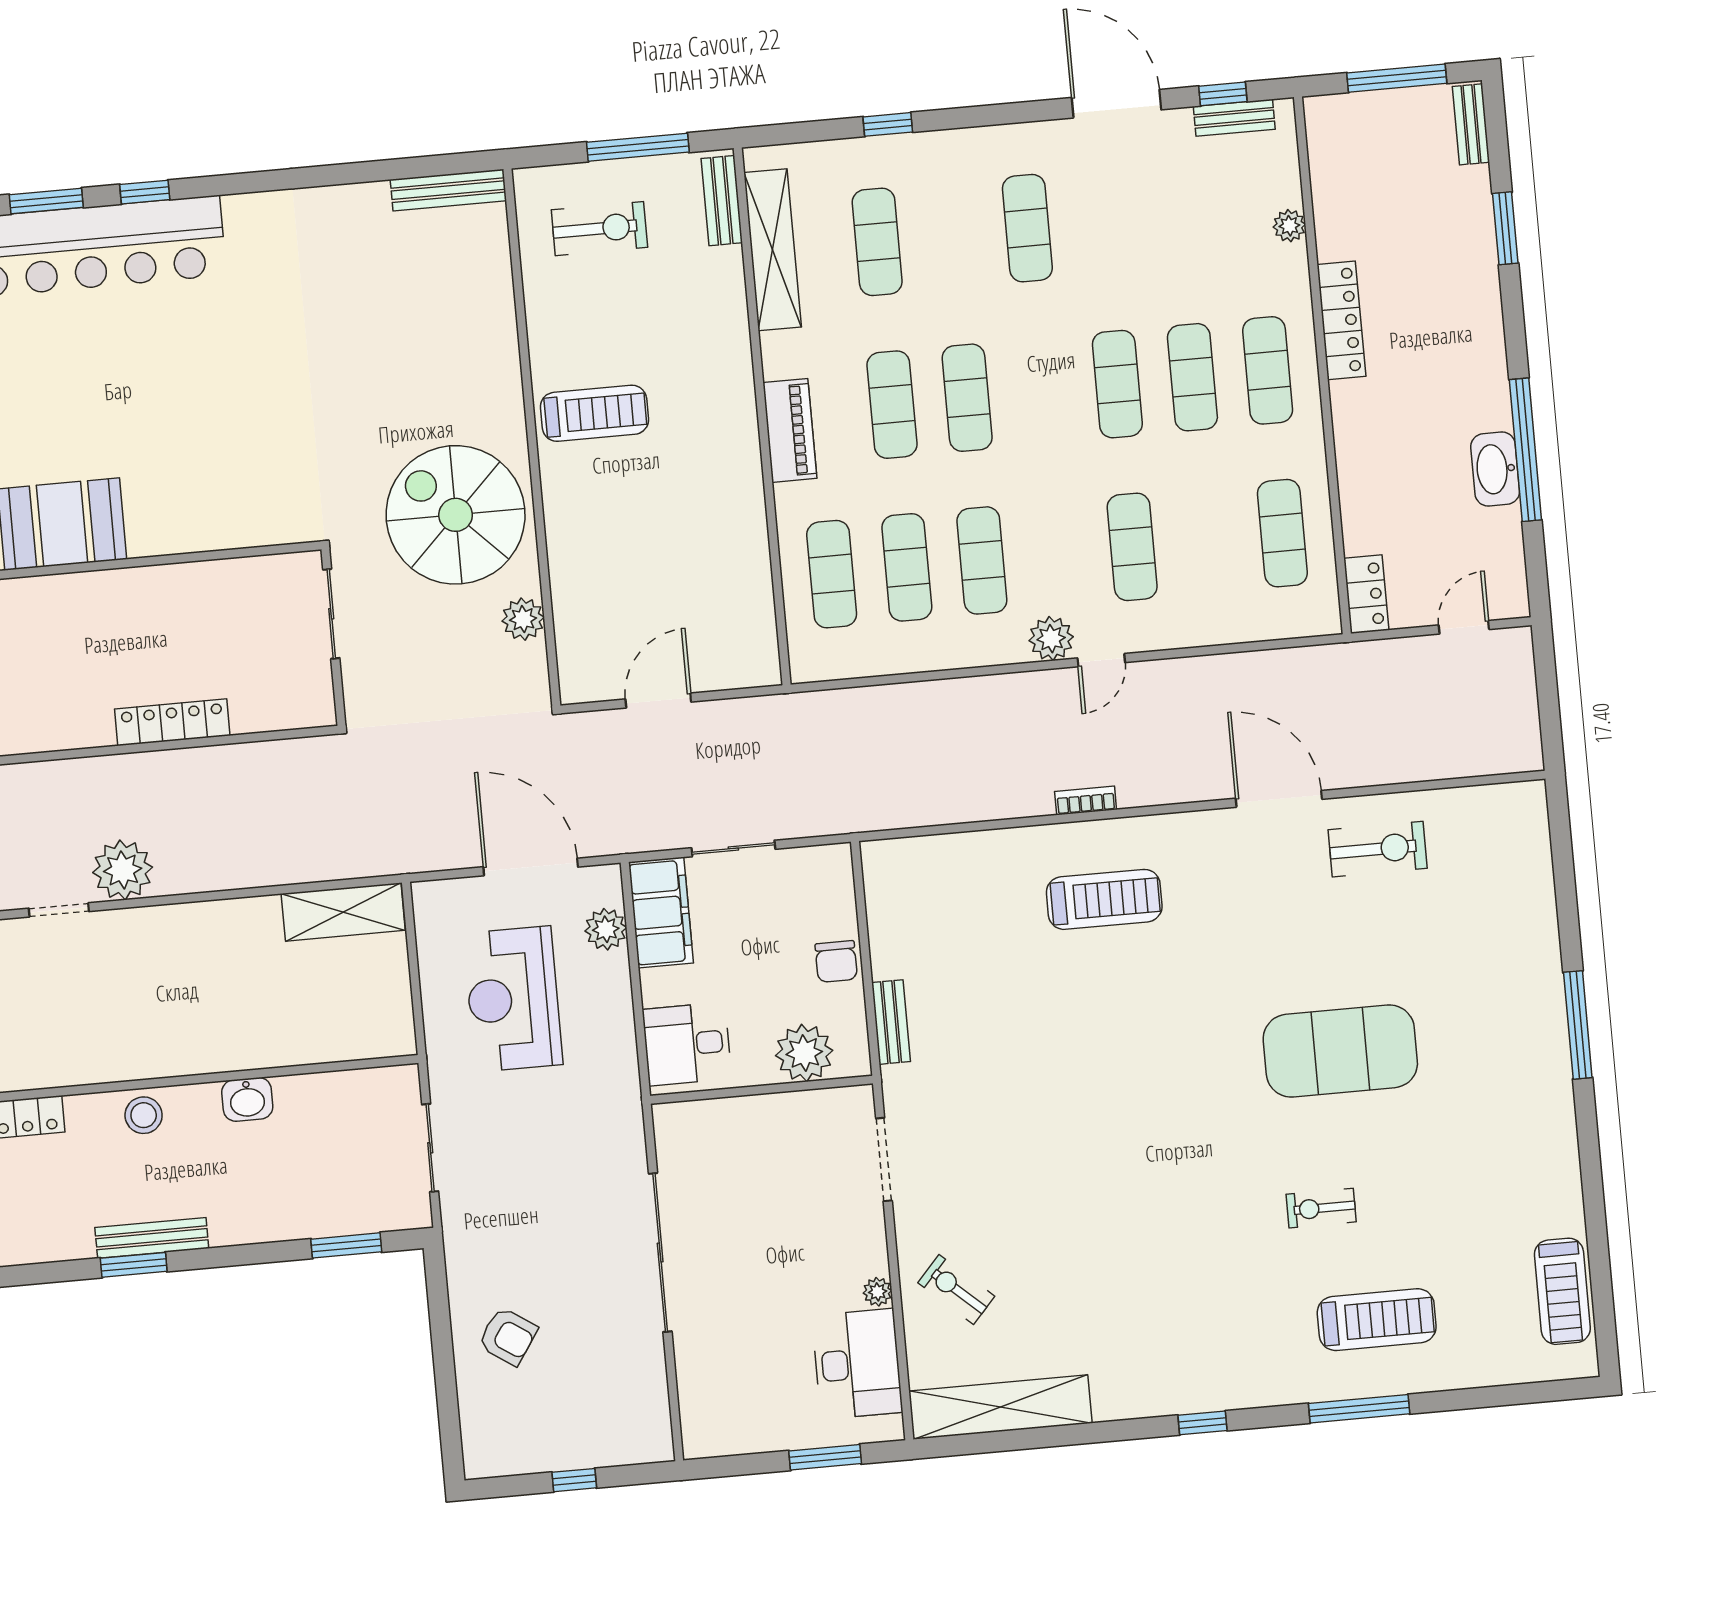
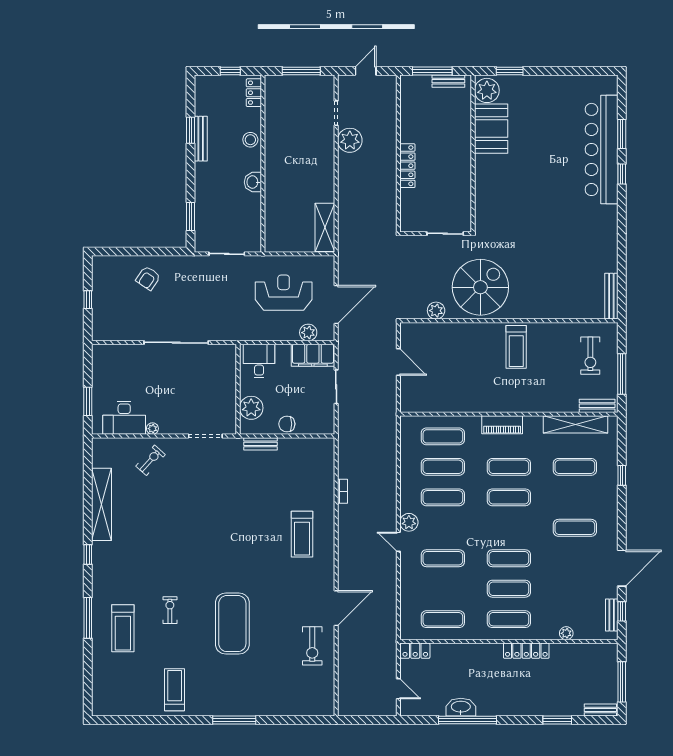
bookcase: (1086, 801) -> (342, 491), moved
treadmill: (1562, 1291) -> (175, 690), moved, turned 90
shelving: (1000, 1407) -> (102, 504), moved

